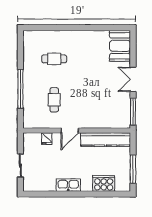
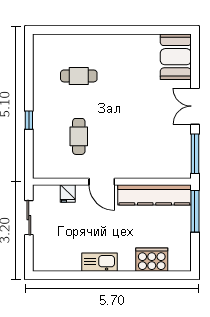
window: (20, 89) -> (29, 120), width x0.32
door: (70, 130) -> (102, 182), hinge flipped
sliding door: (20, 166) -> (29, 218), moved
window: (133, 169) -> (195, 211), moved

